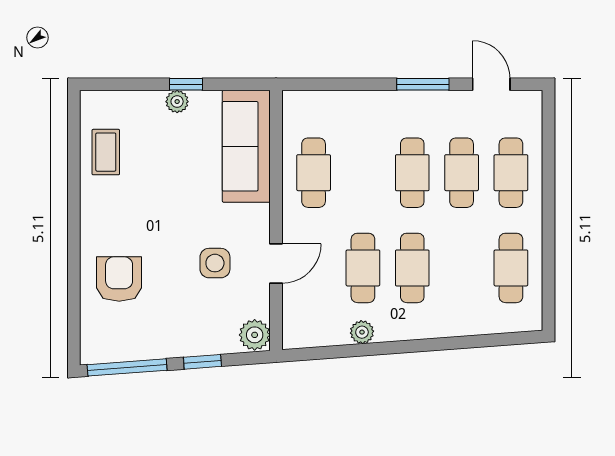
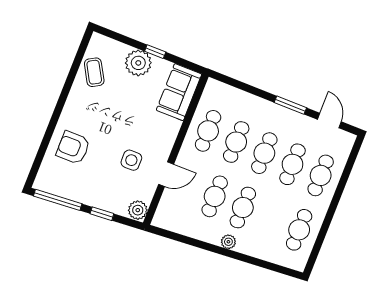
plant: (177, 102) -> (138, 63), width x1.87, depth x1.87
sofa: (246, 146) -> (179, 92), width x0.73
coffee table: (106, 152) -> (94, 72), turned -30
cafe table: (363, 173) -> (236, 142), added
armchair: (119, 279) -> (73, 148), turned -90
plant: (362, 332) -> (228, 242), moved

